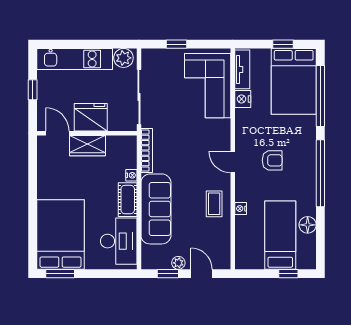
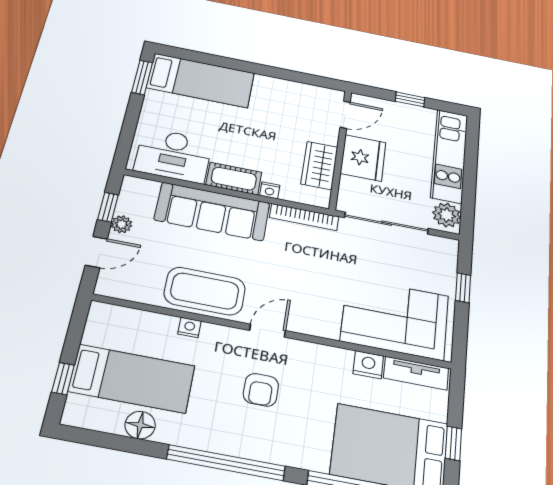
wardrobe: (87, 146) -> (319, 165), moved
coffee table: (214, 204) -> (205, 291), width x1.86, depth x1.72
bed: (61, 235) -> (201, 80), width x0.67

